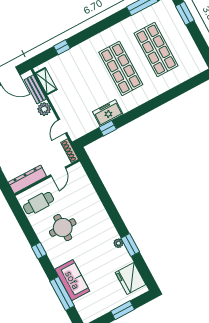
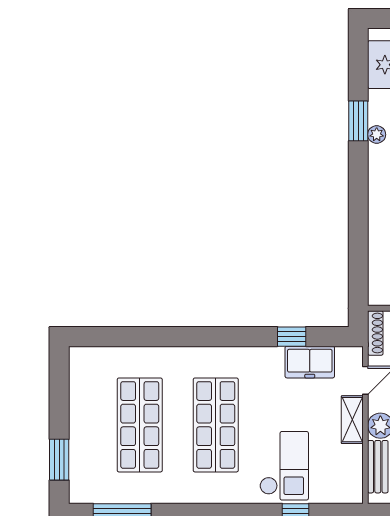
checkout: (79, 66) -> (284, 466), added
shelving: (46, 81) -> (352, 420), moved
freezer: (108, 113) -> (310, 362), moved

